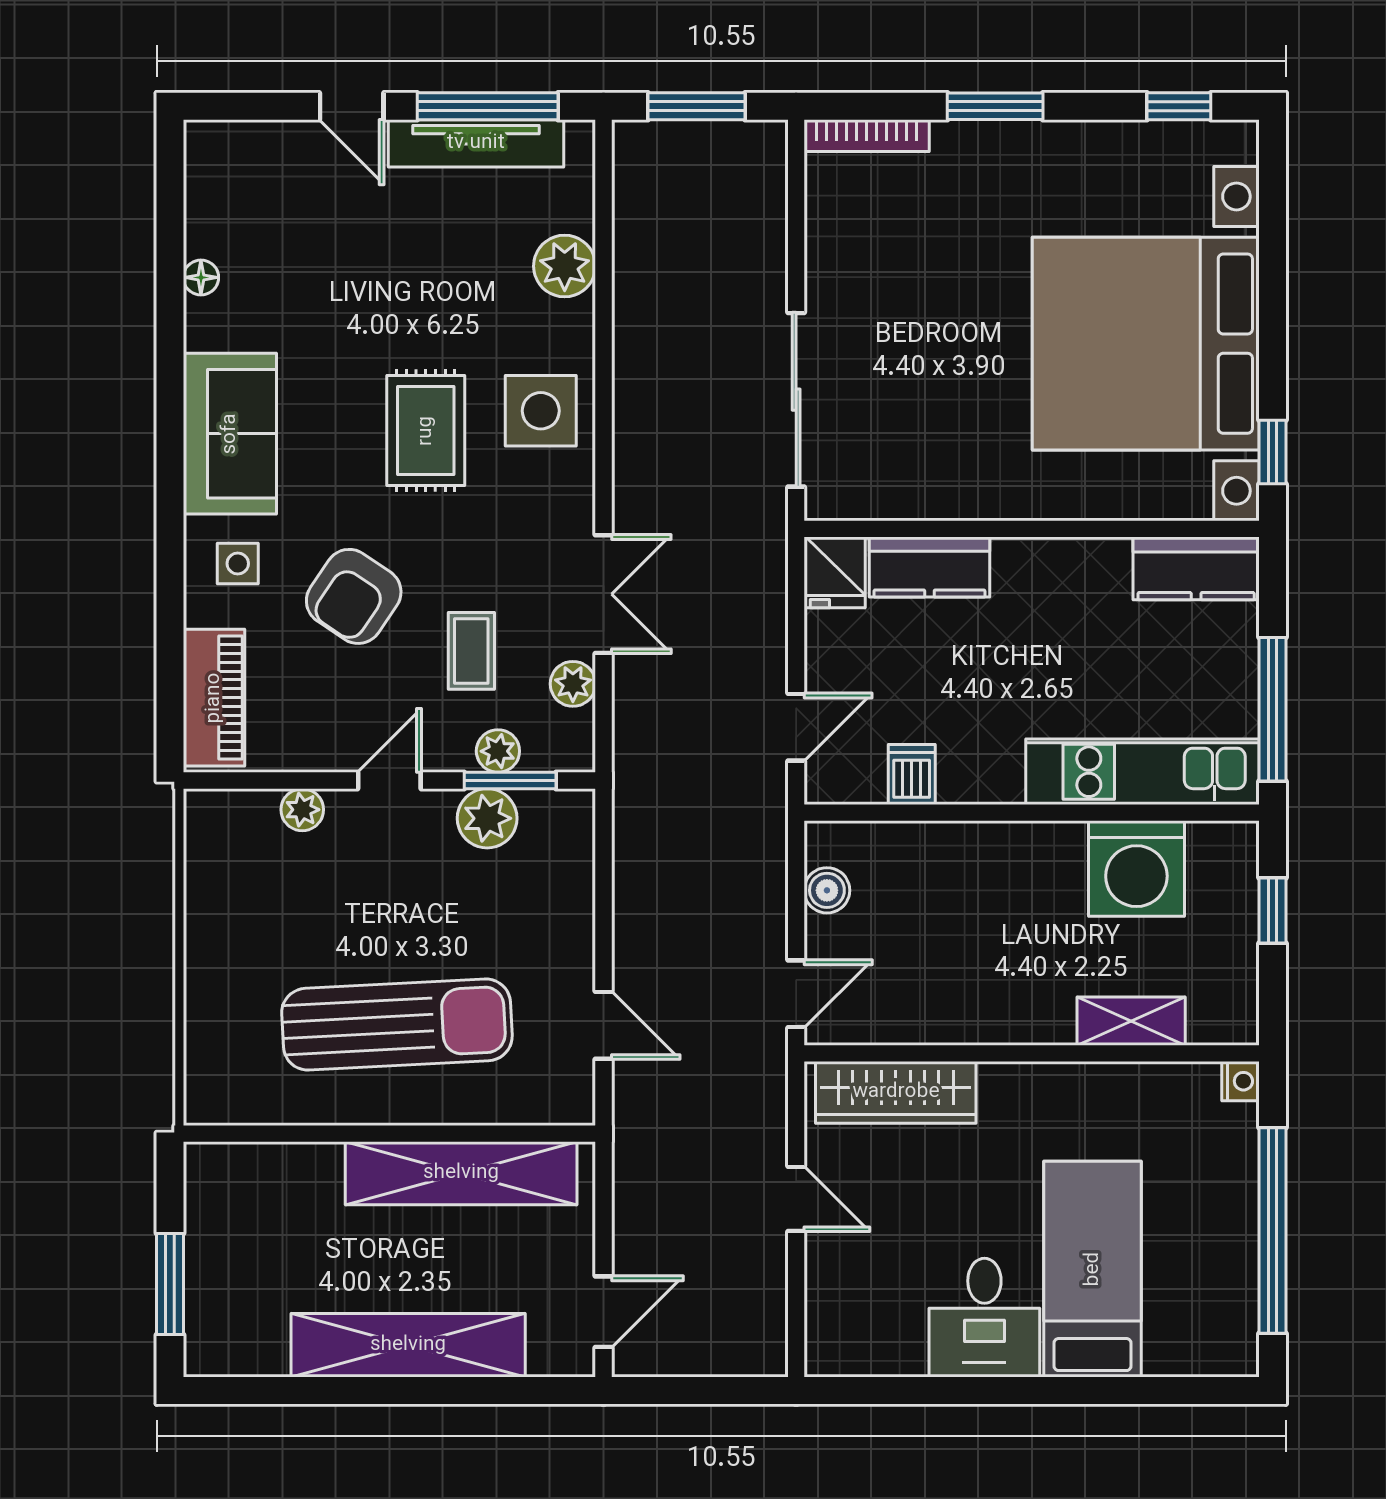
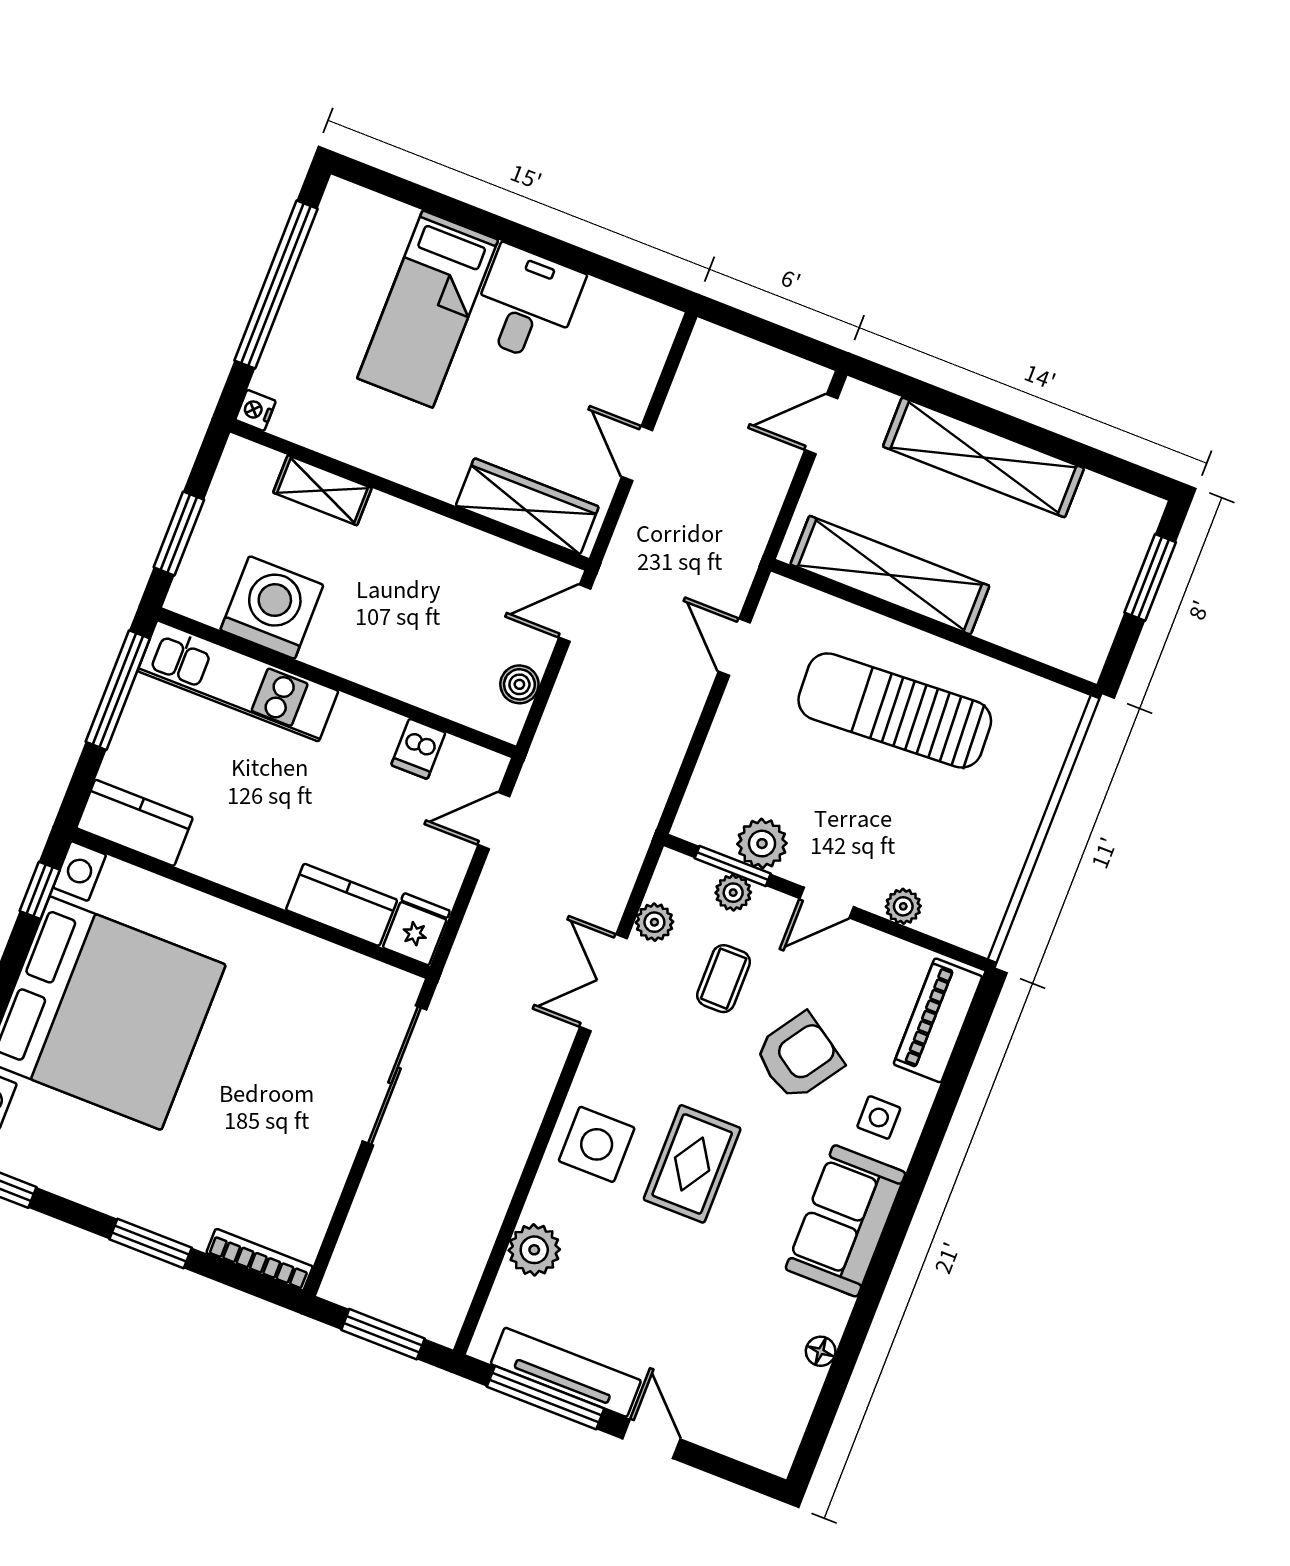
window: (1272, 911) -> (179, 533), width x1.50

